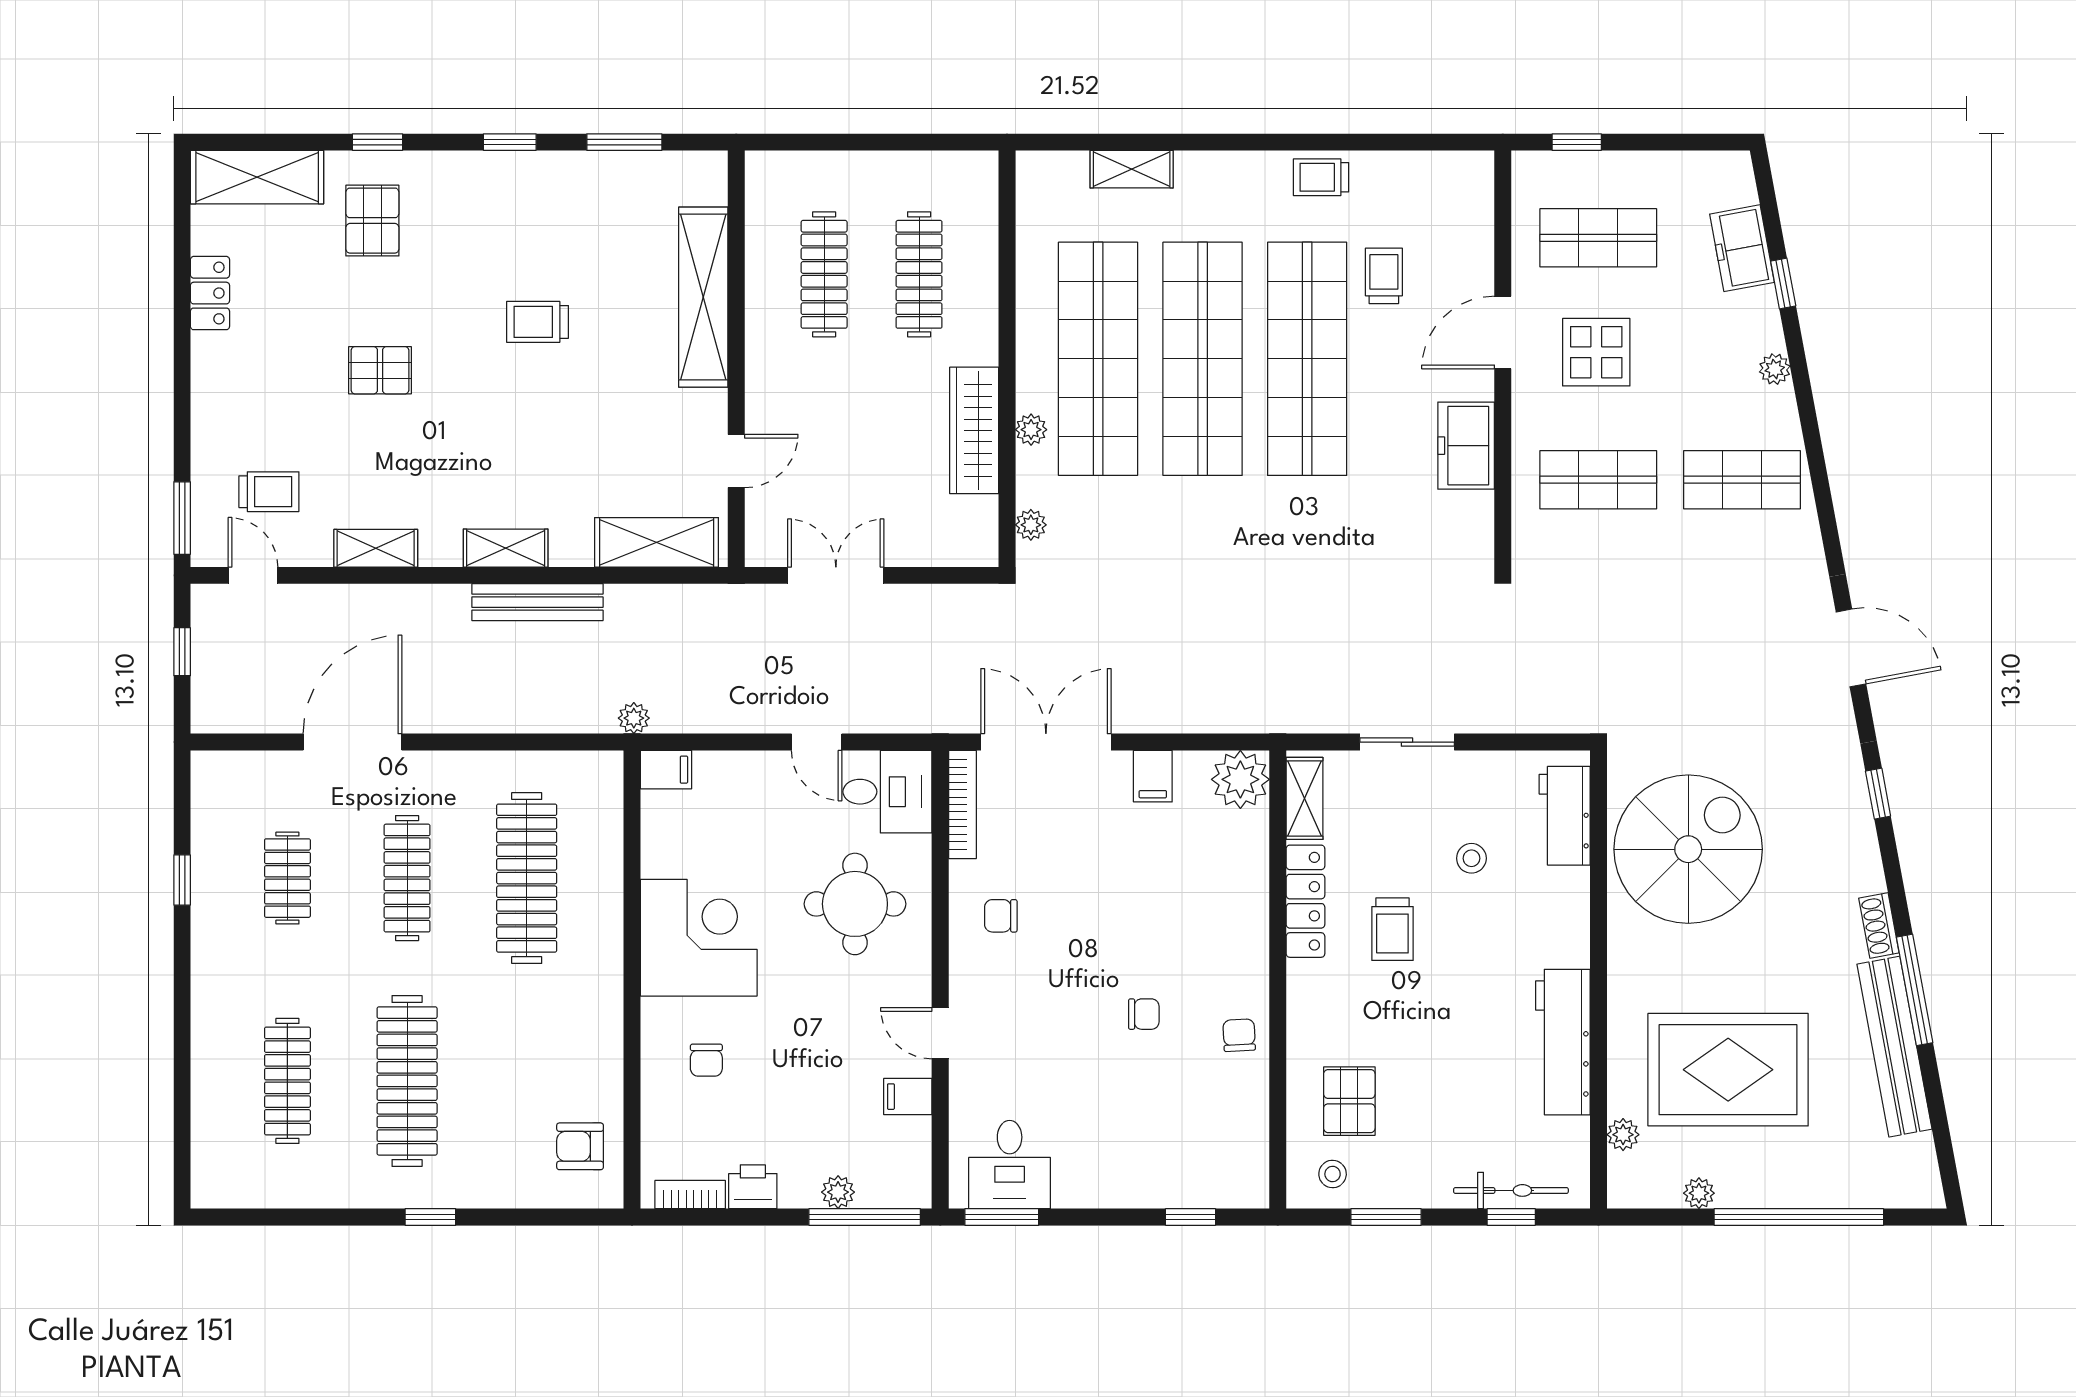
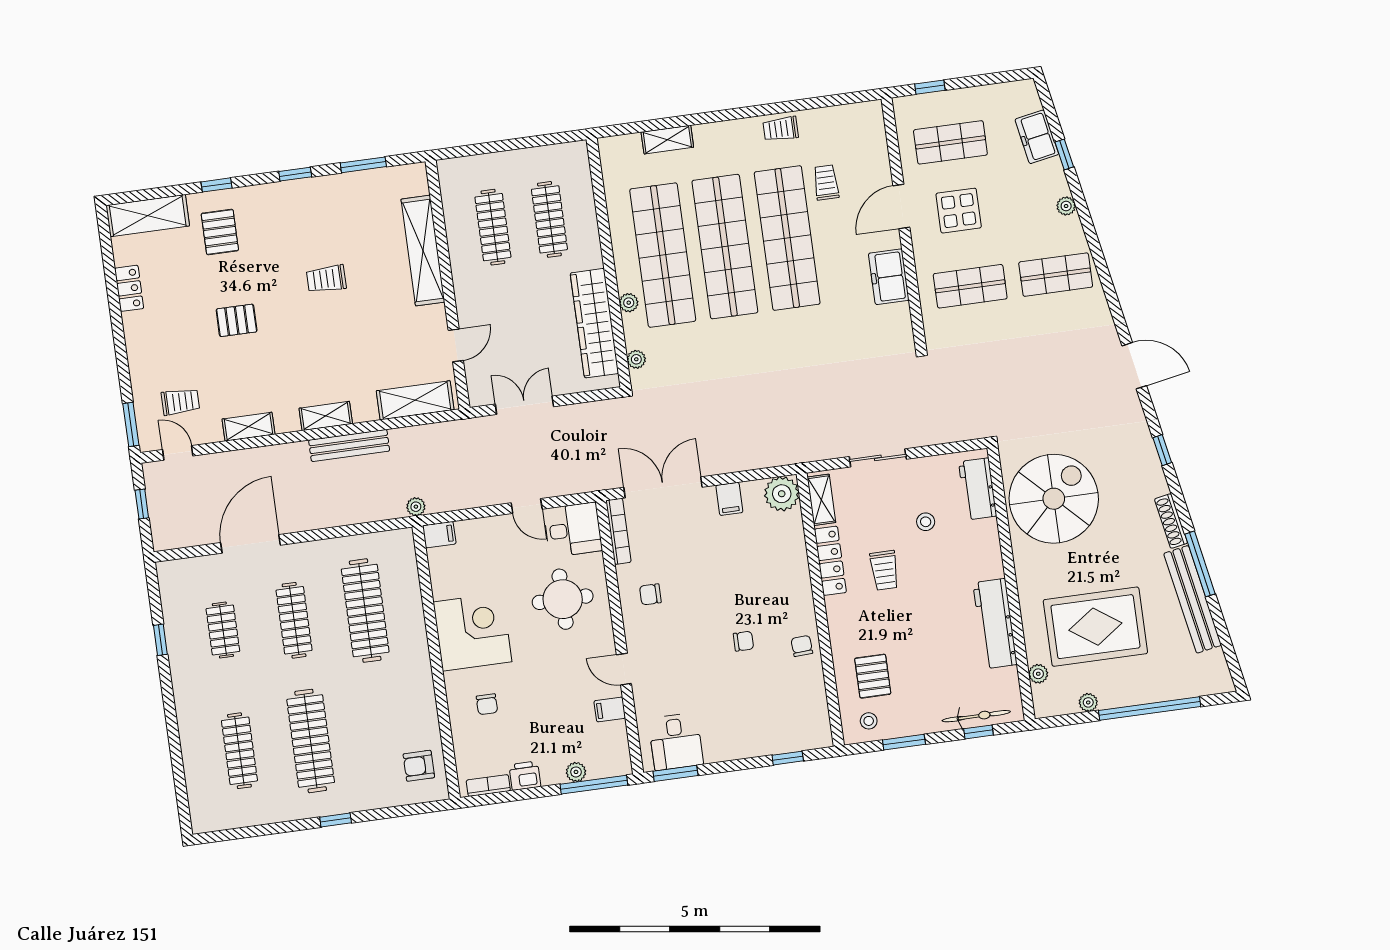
wardrobe: (974, 430) -> (594, 323), width x1.40, depth x1.17
shoe rack: (1879, 925) -> (1171, 521), width x1.43

